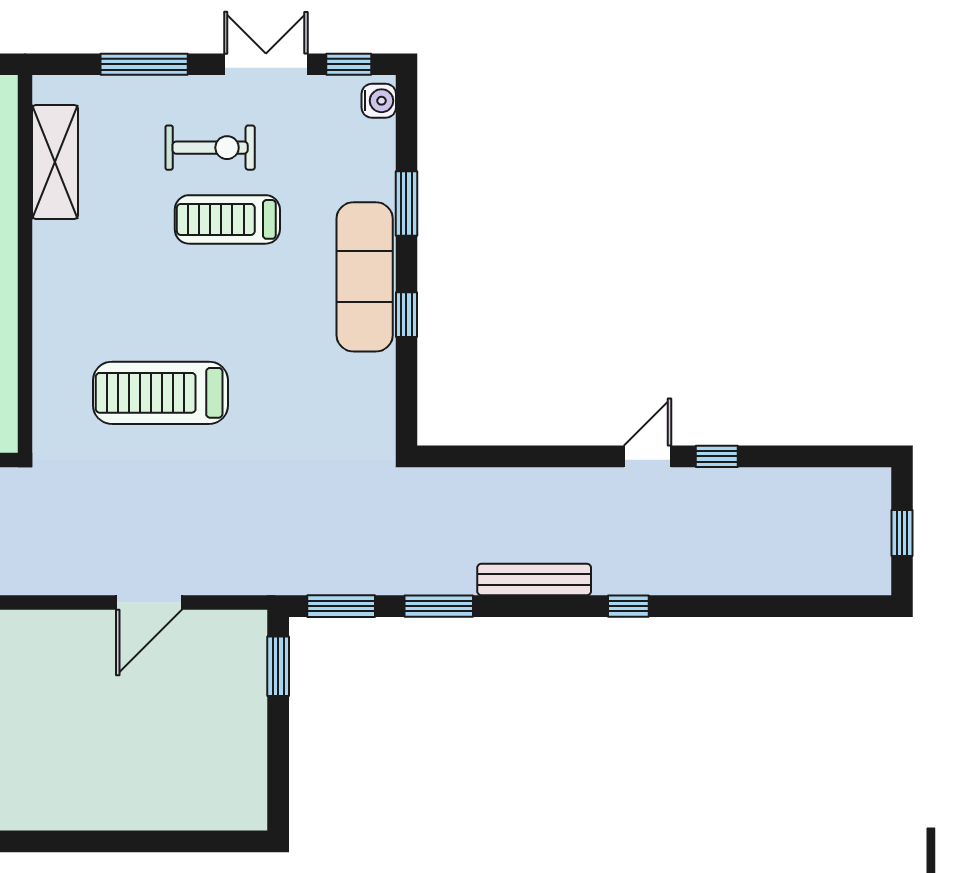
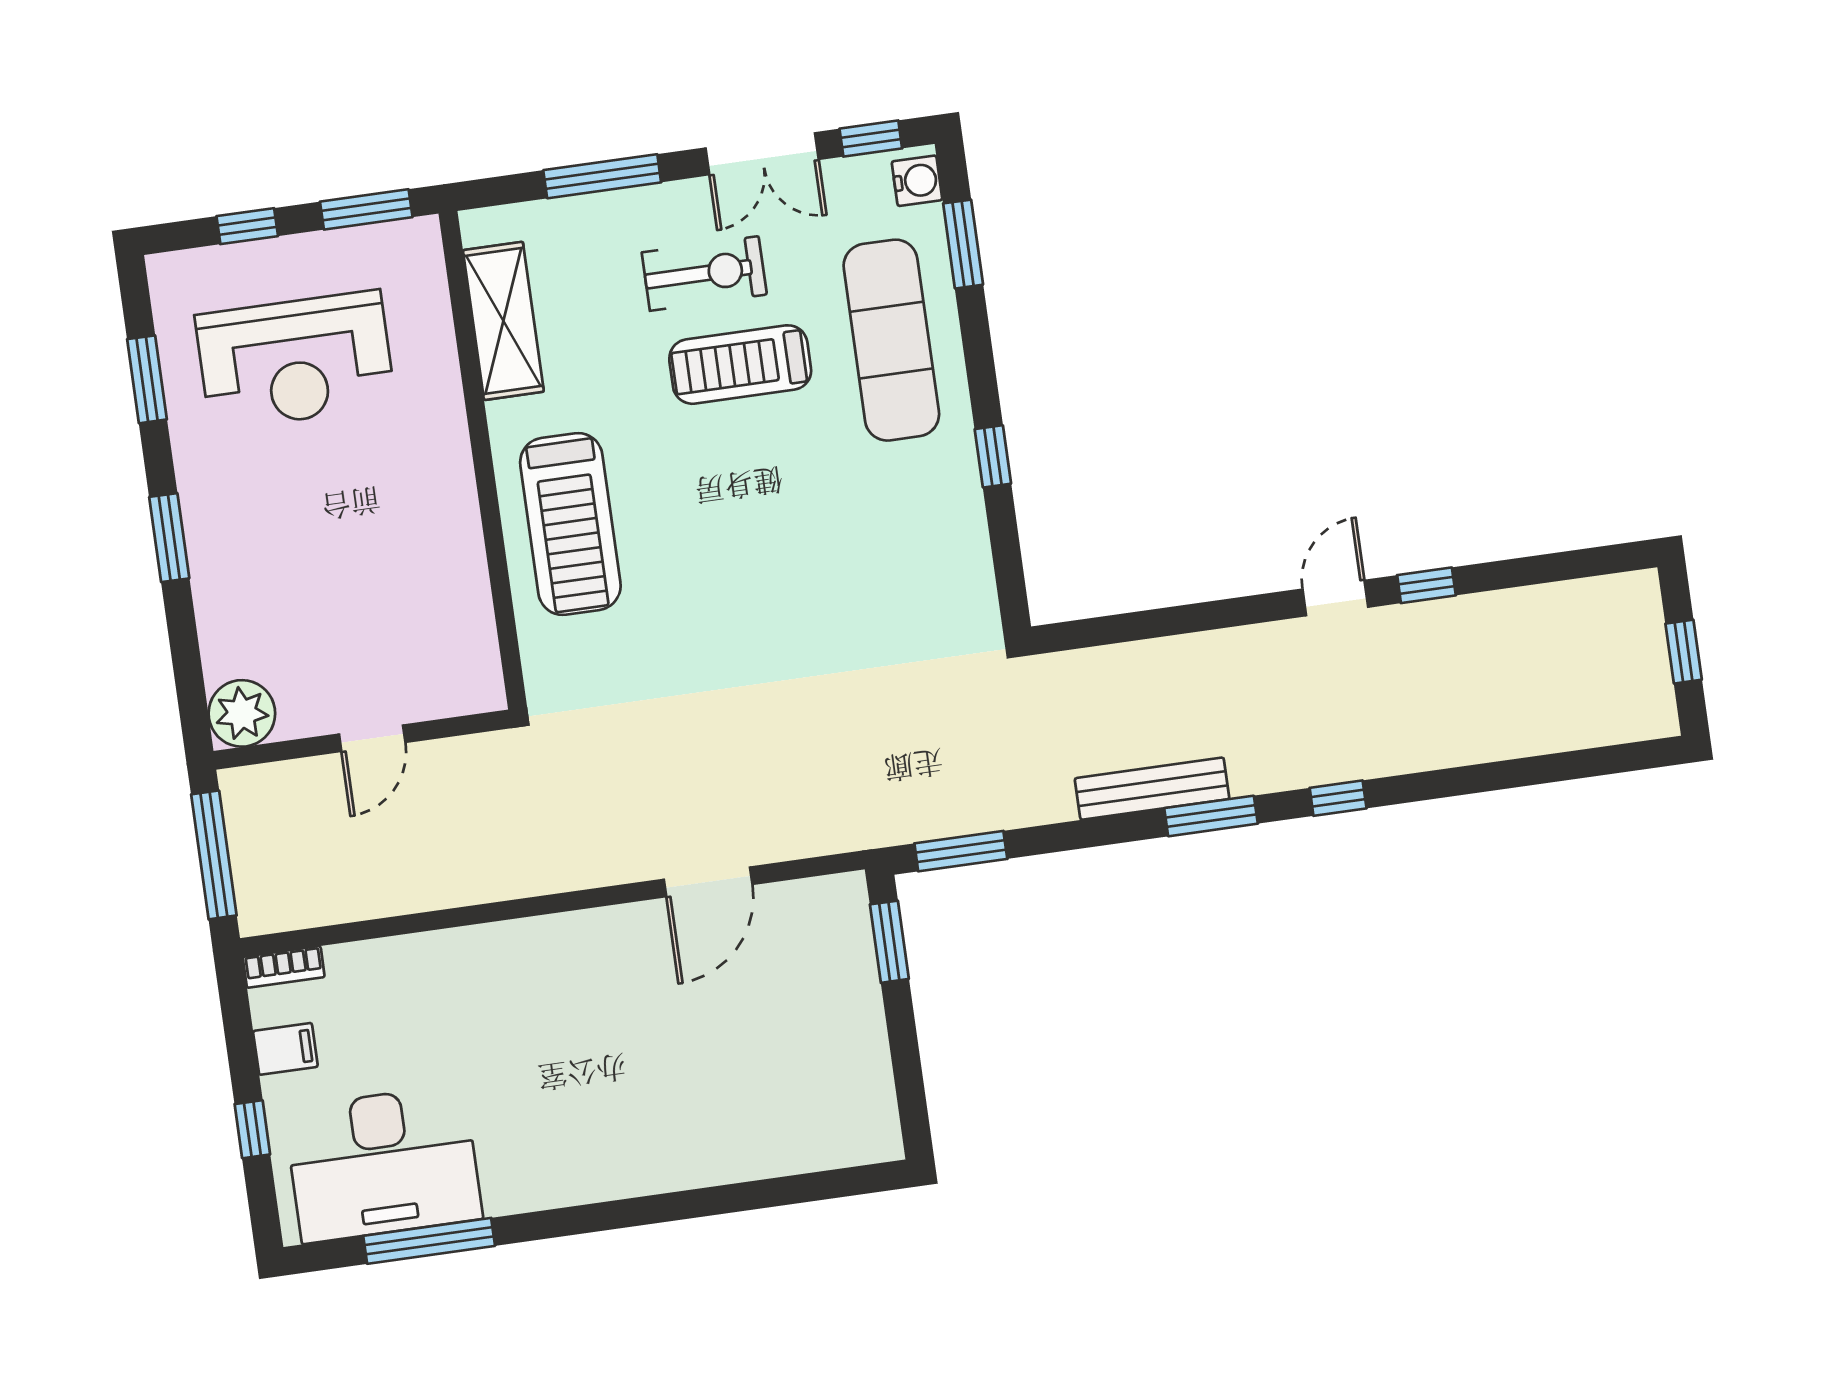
double door: (266, 64) -> (762, 154), swing flipped
window: (406, 204) -> (963, 244), moved
exercise mat: (365, 277) -> (891, 340), moved
treadmill: (160, 393) -> (570, 524), moved, turned -90
bench: (534, 580) -> (1152, 789), moved
window: (439, 606) -> (1211, 816), moved

